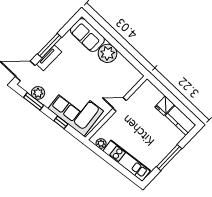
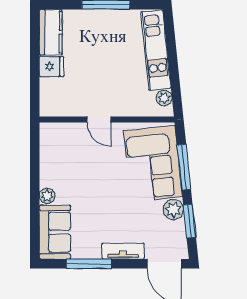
window: (50, 46) -> (89, 264), moved
plant: (108, 53) -> (47, 196), width x0.53, depth x0.53
plant: (38, 93) -> (173, 210), moved
window: (61, 122) -> (184, 167), width x2.17

